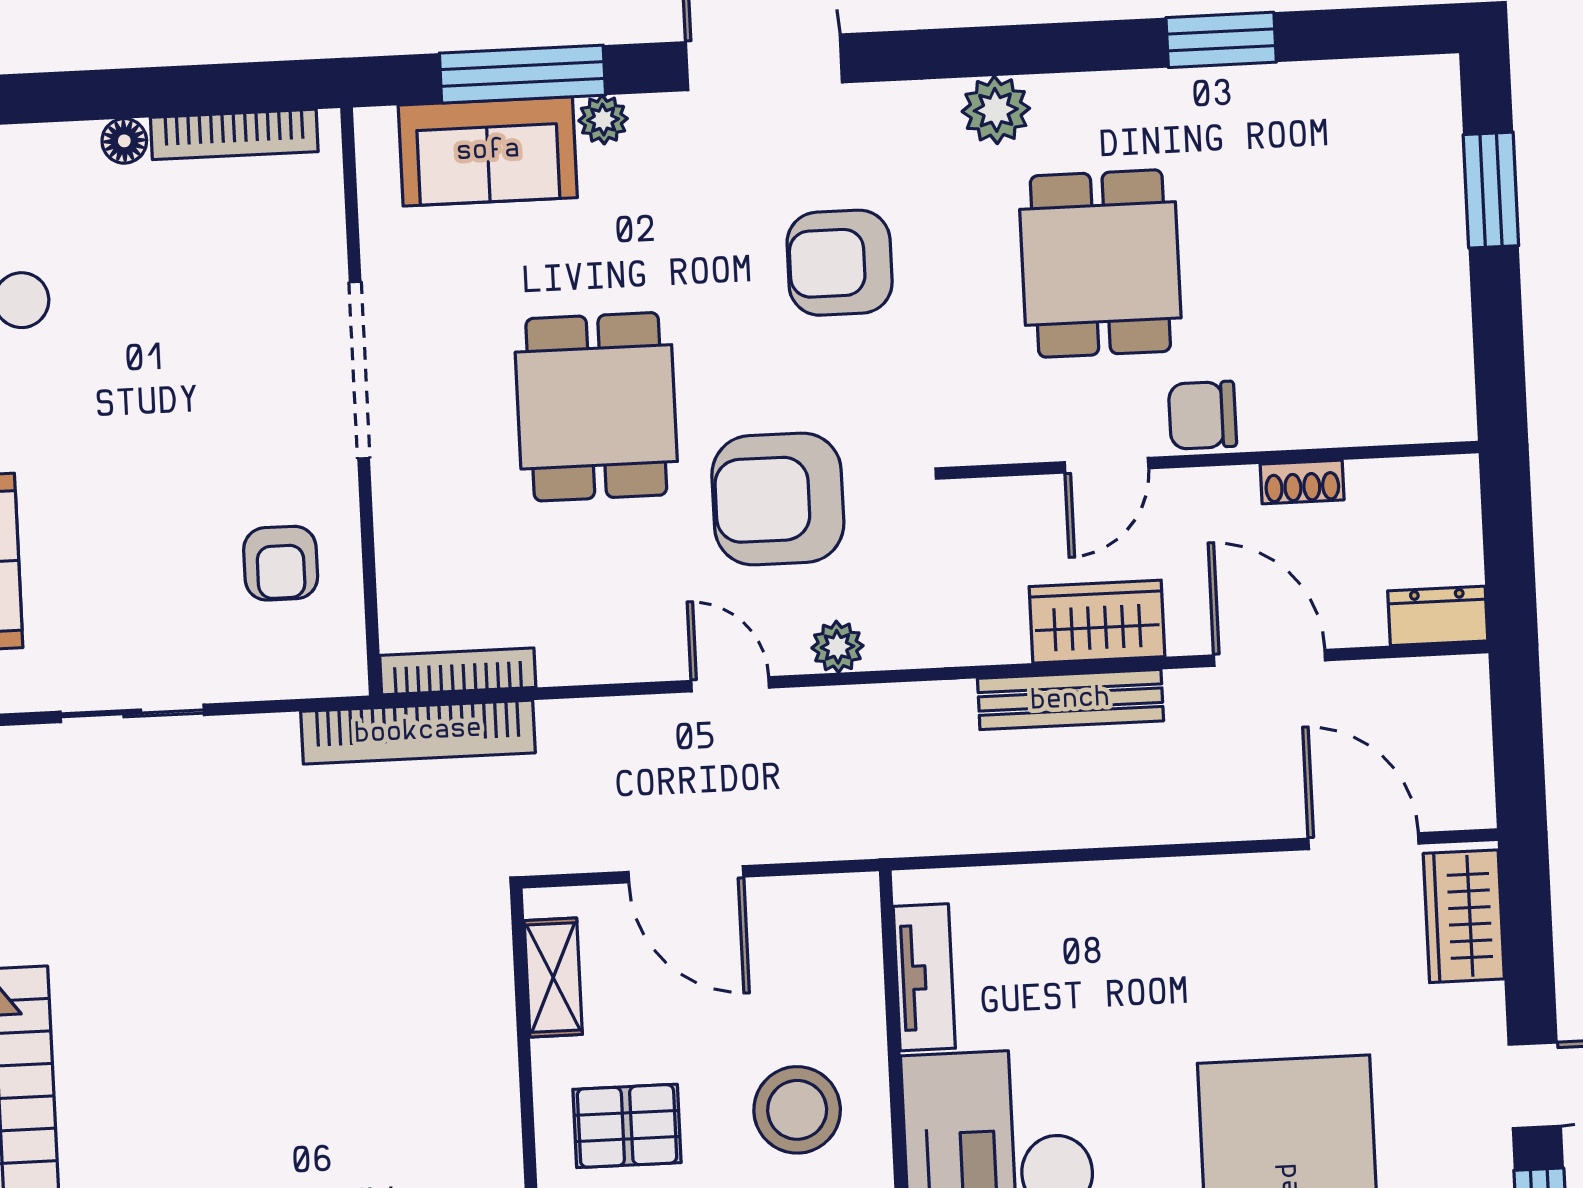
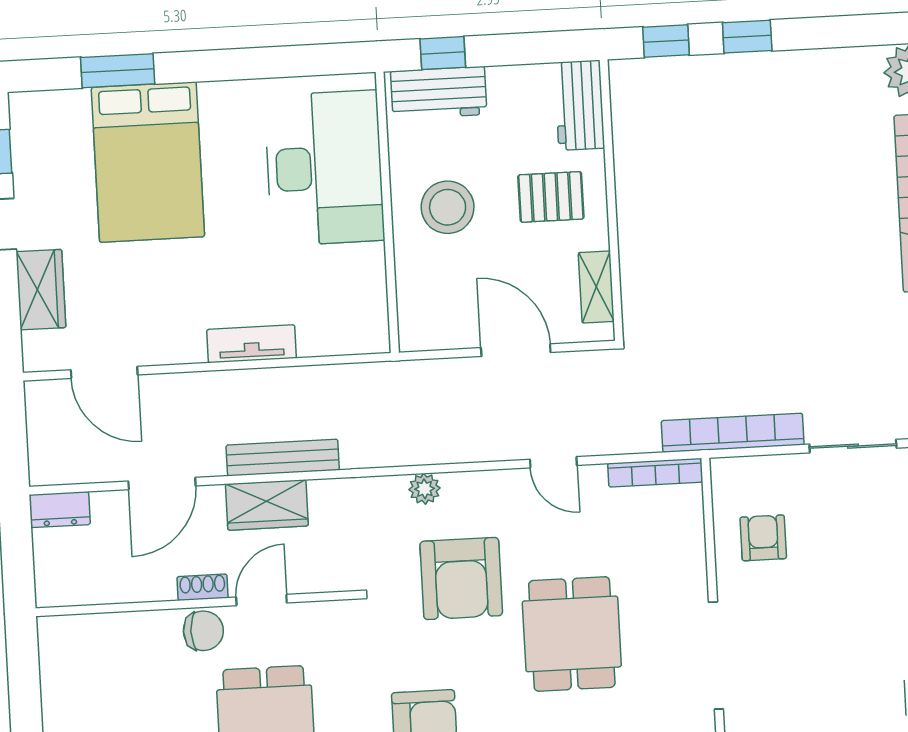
shoe rack: (1302, 482) -> (203, 587), moved
armchair: (778, 499) -> (461, 578), turned 90
door: (1269, 658) -> (162, 484), hinge flipped
door: (730, 684) -> (553, 462), moved
bookcase: (418, 732) -> (733, 433), moved
wardrobe: (1464, 916) -> (41, 290), moved
tv unit: (924, 977) -> (252, 344), moved, turned 90

